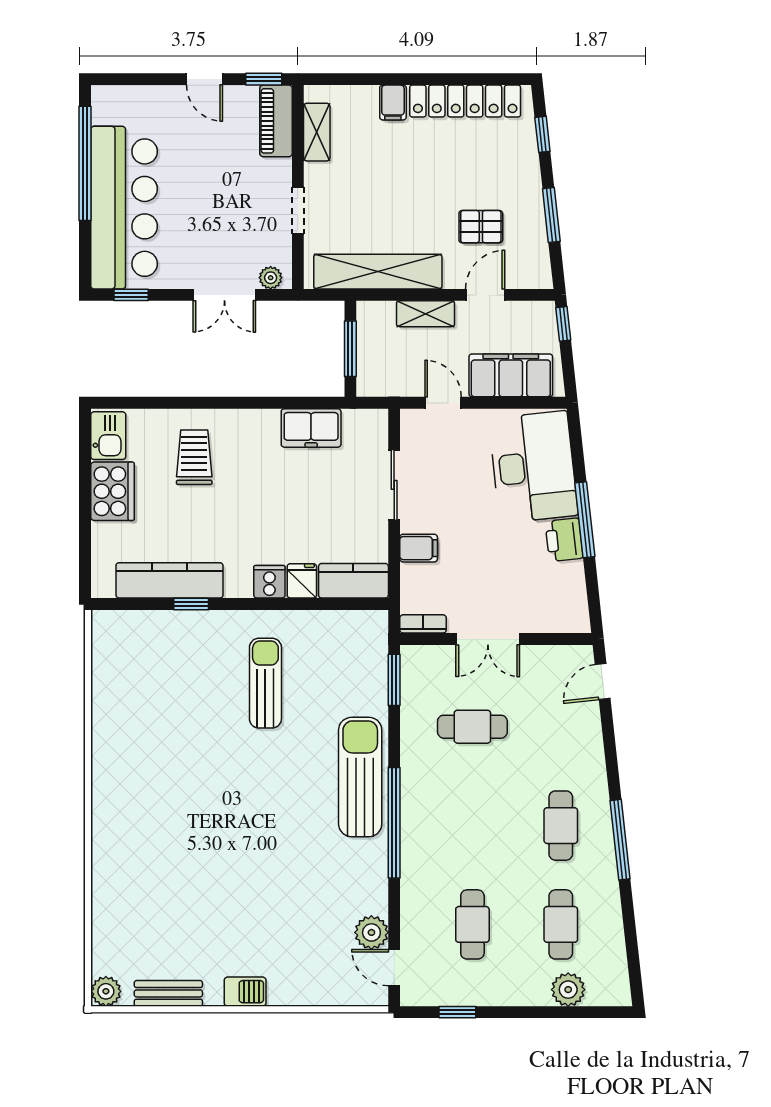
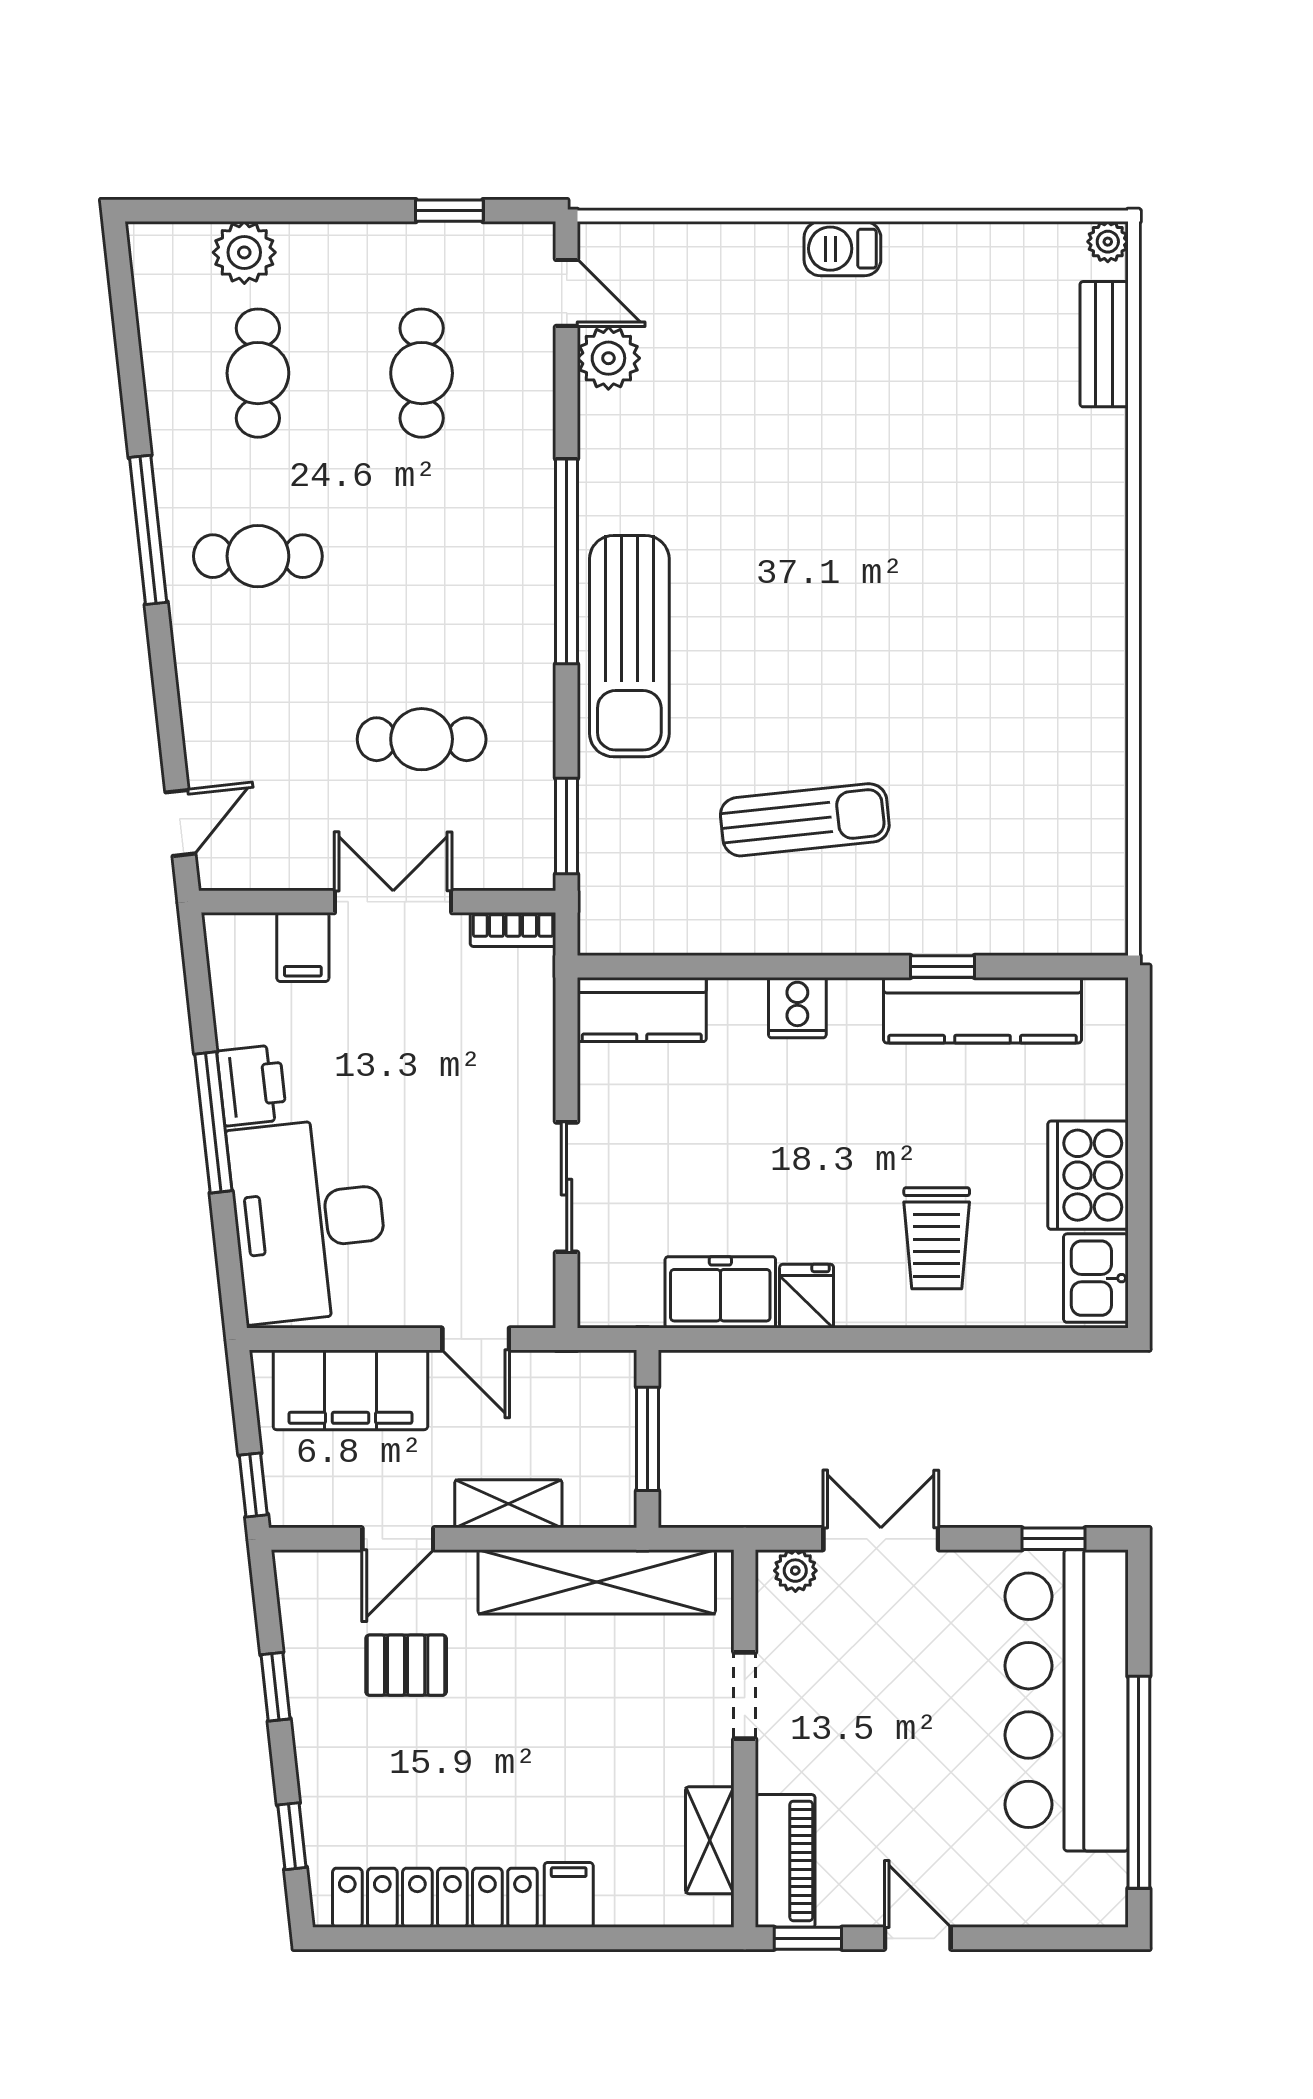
window: (551, 215) -> (276, 1687), width x0.67
filing cabinet: (419, 548) -> (303, 947), moved, turned -90
fridge: (302, 581) -> (807, 1296), moved, turned 180
sun lounger: (265, 683) -> (805, 820), turned -96
cafe table: (561, 826) -> (258, 556), turned 90
plant: (106, 991) -> (1108, 242), width x0.73, depth x0.73
bench: (168, 993) -> (1104, 344), moved, turned 90

